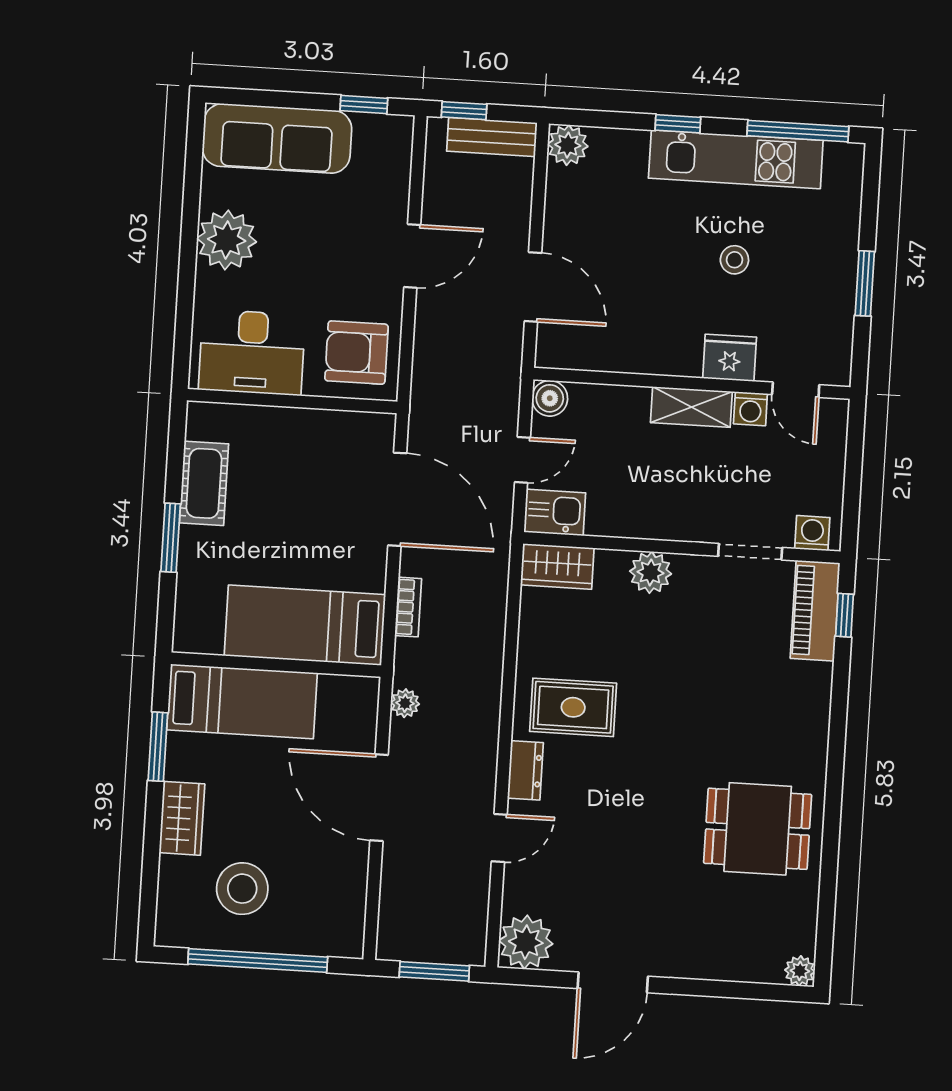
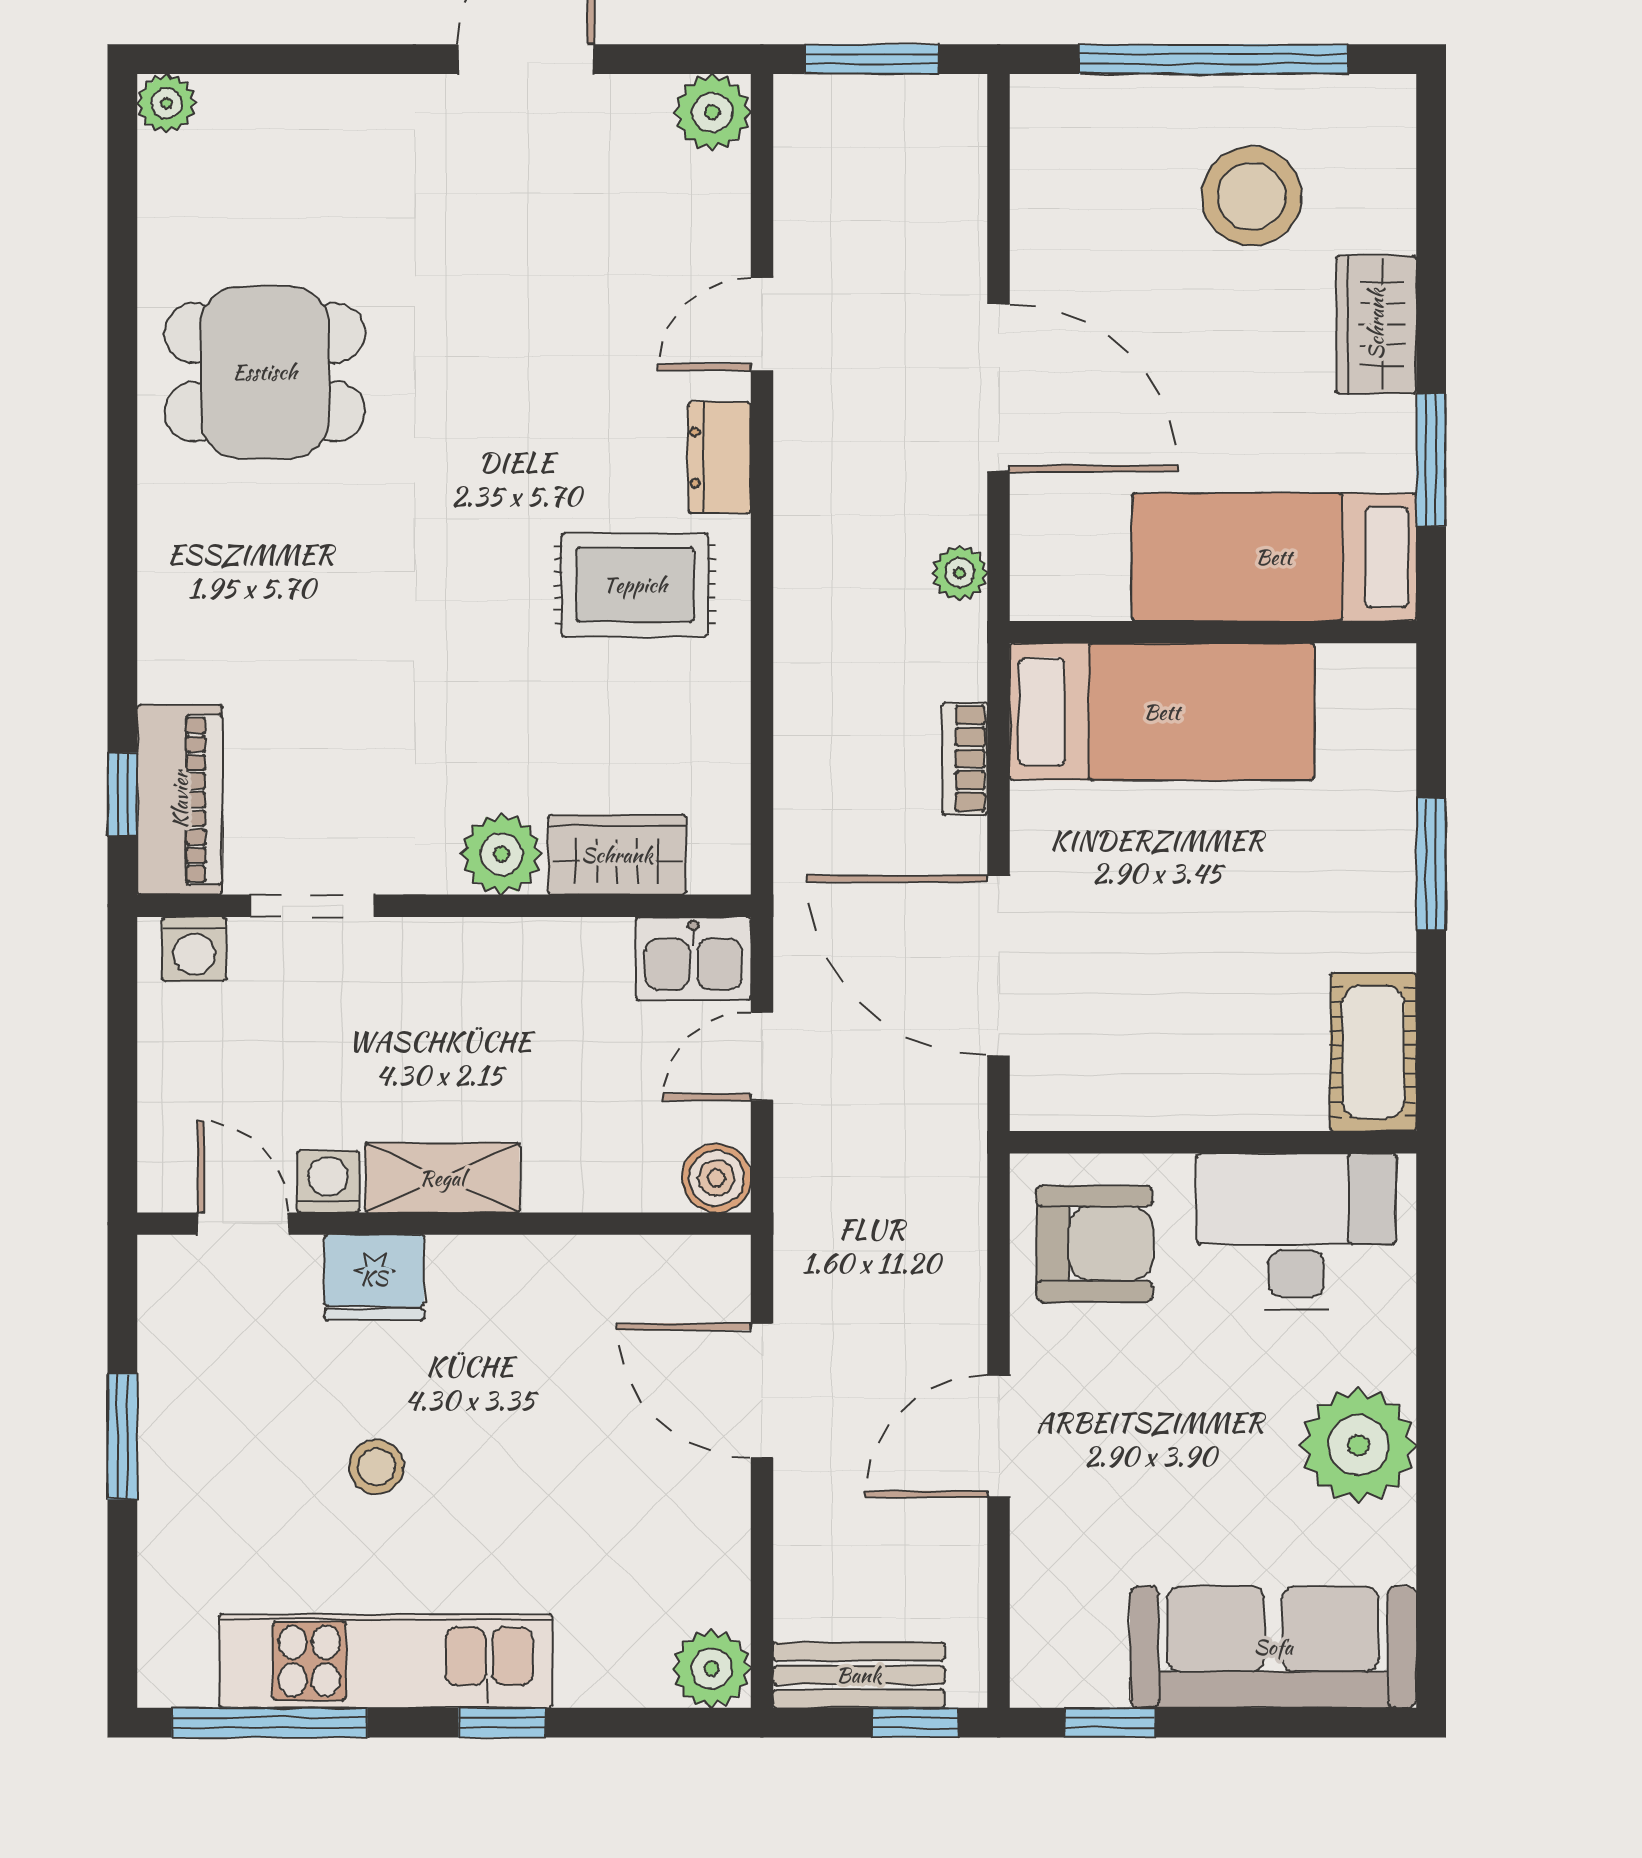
cot: (204, 483) -> (1373, 1052), moved
wardrobe: (557, 566) -> (617, 855), moved
plant: (526, 942) -> (712, 112), width x0.73, depth x0.73

